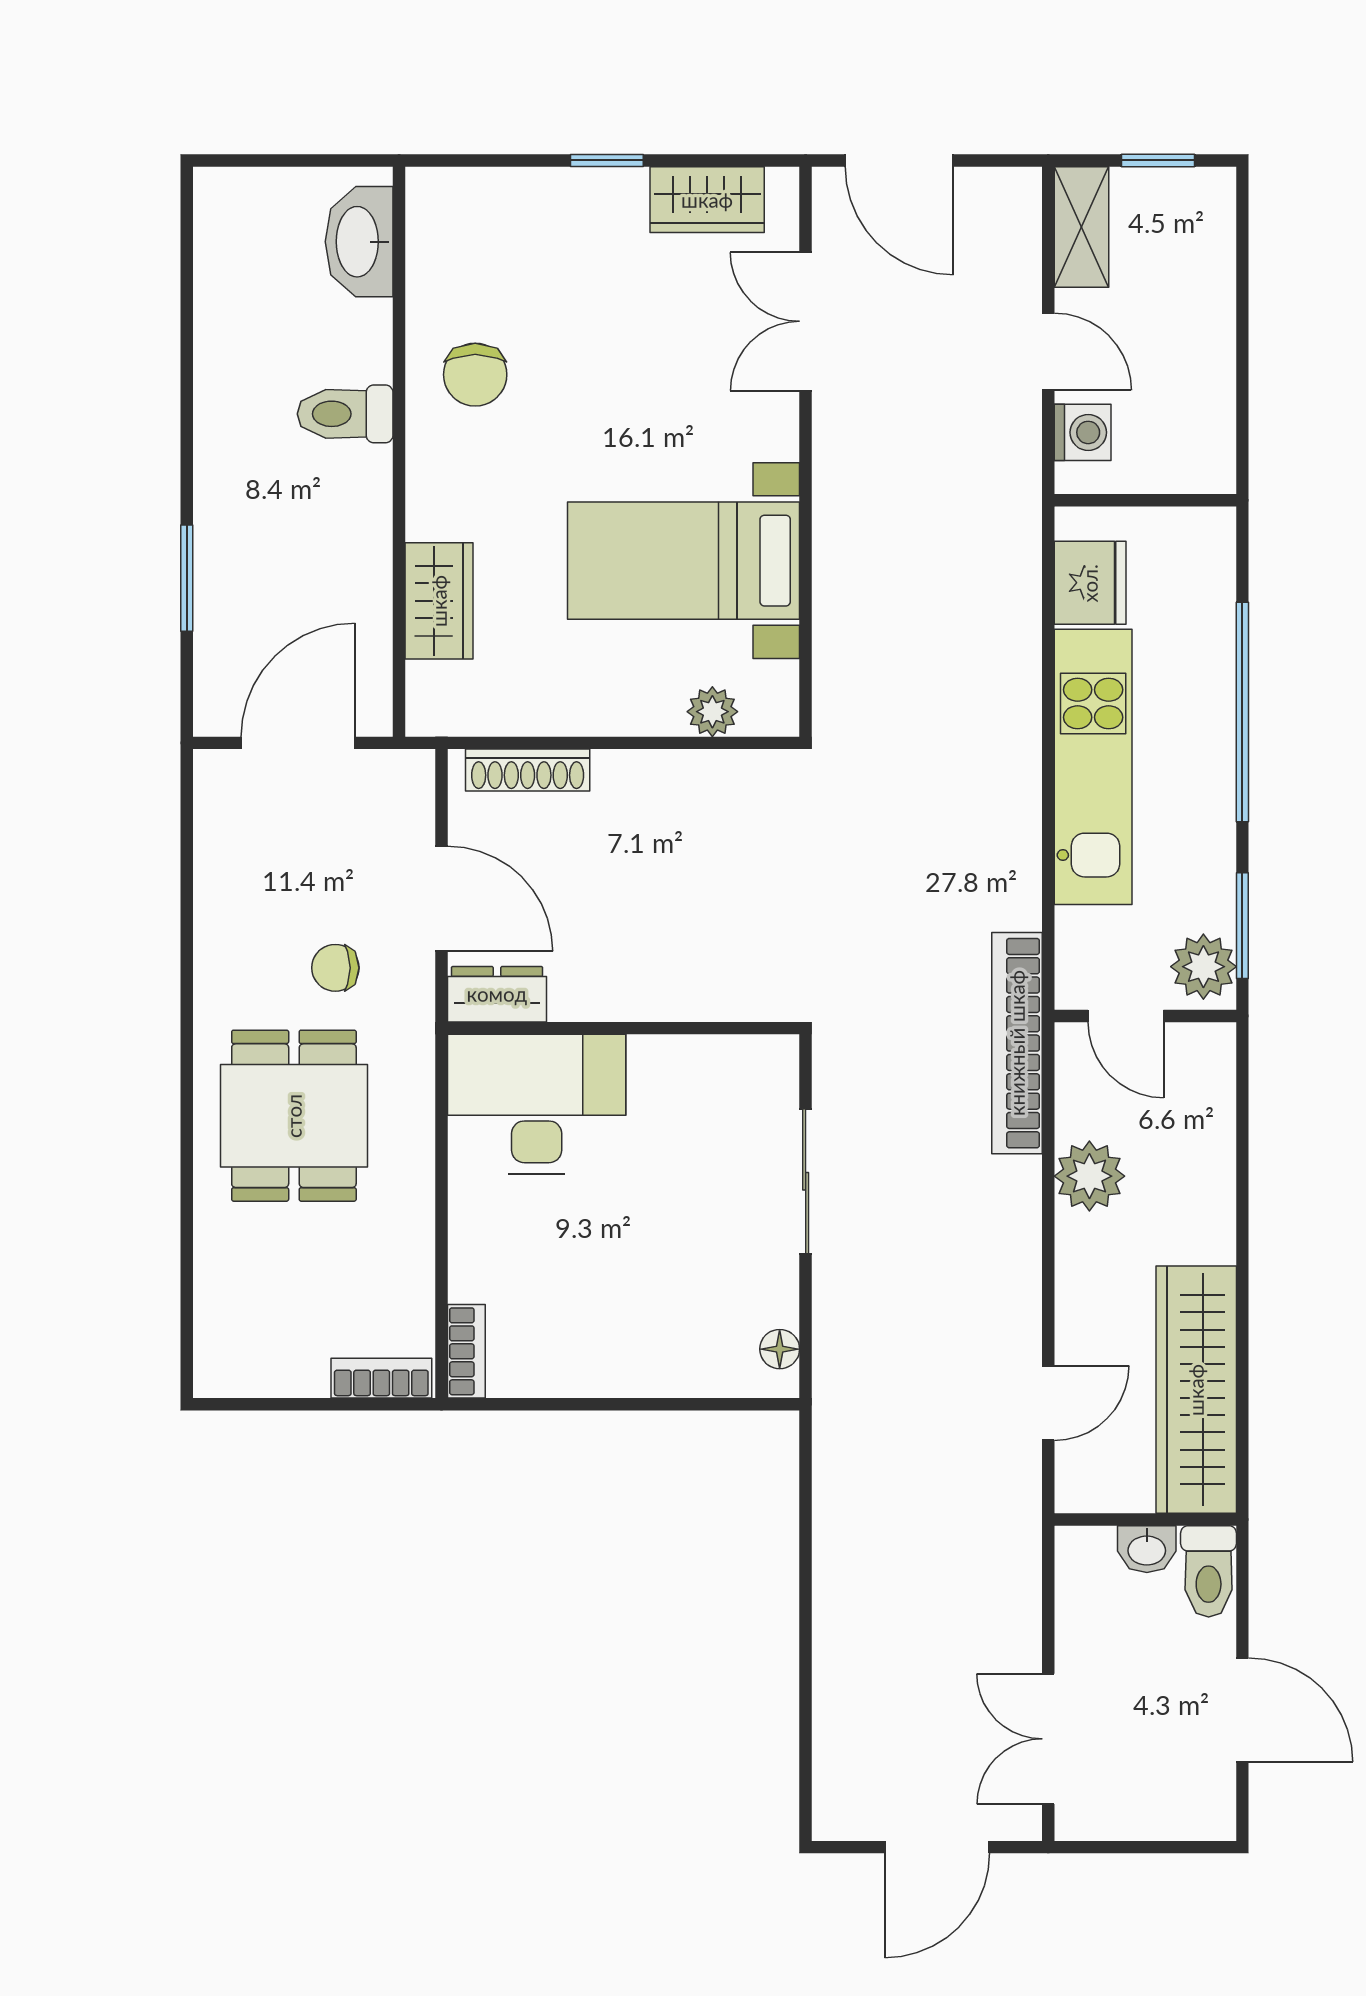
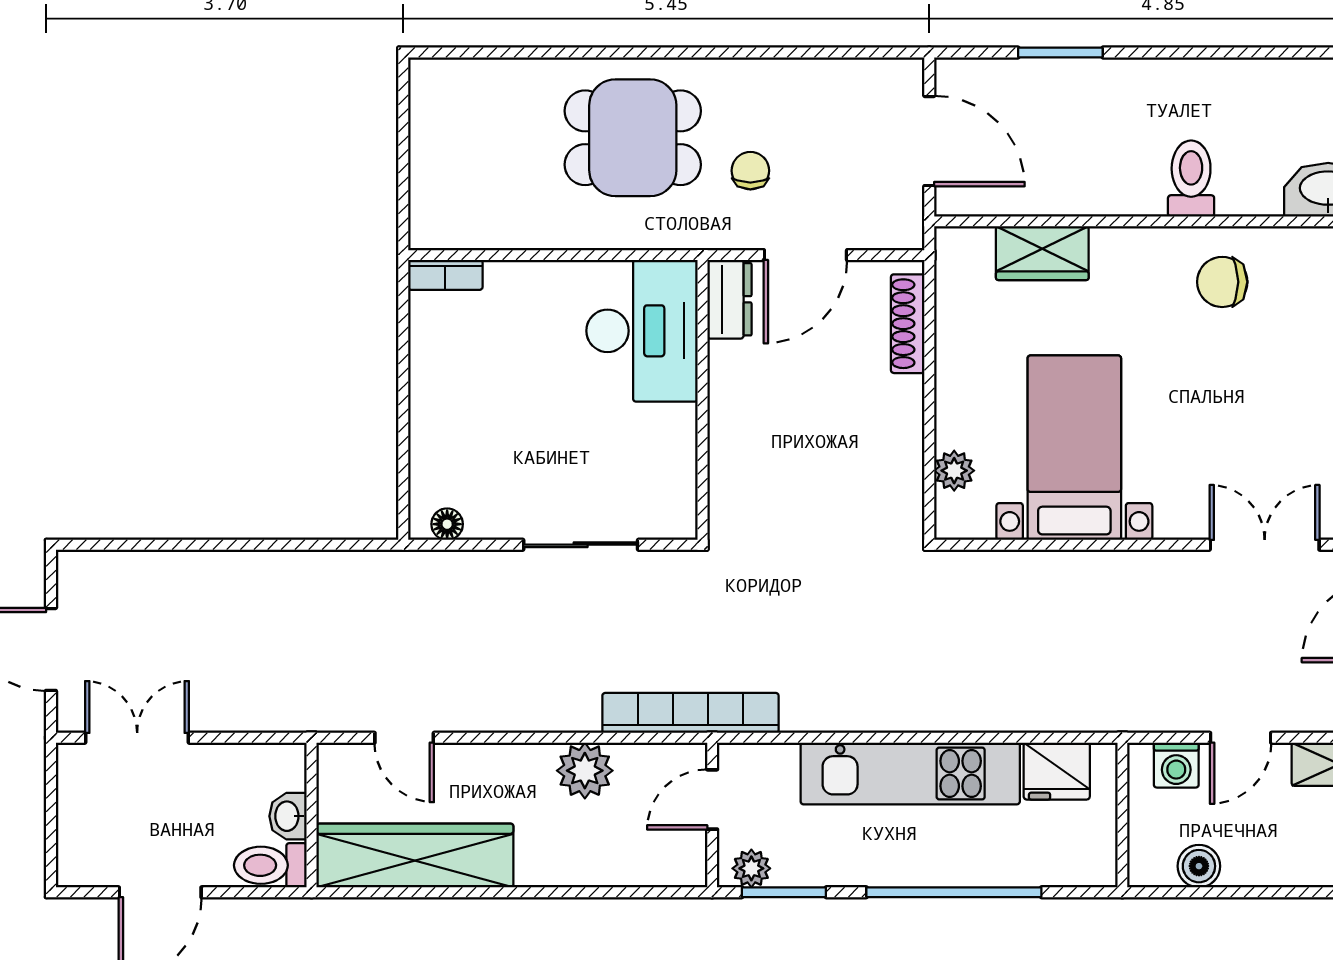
boiler: (1210, 404) -> (1199, 866), added
plant: (1203, 967) -> (751, 868), width x0.73, depth x0.73
bookcase: (381, 1378) -> (424, 207), removed

